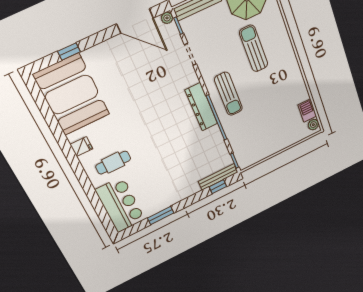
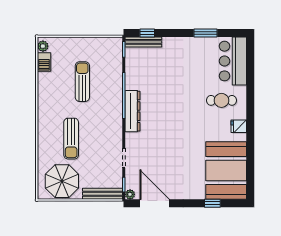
sun lounger: (228, 94) -> (82, 82), moved

